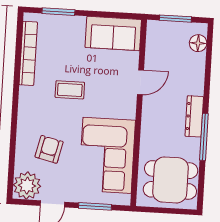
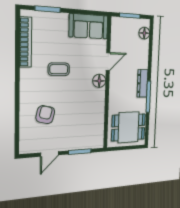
floor lamp: (127, 109) -> (99, 81), added
corner sofa: (107, 155) -> (87, 115), removed
plant: (27, 186) -> (30, 143), removed

